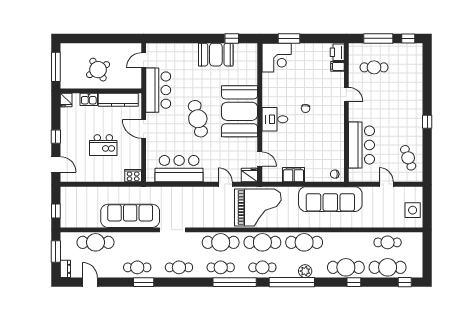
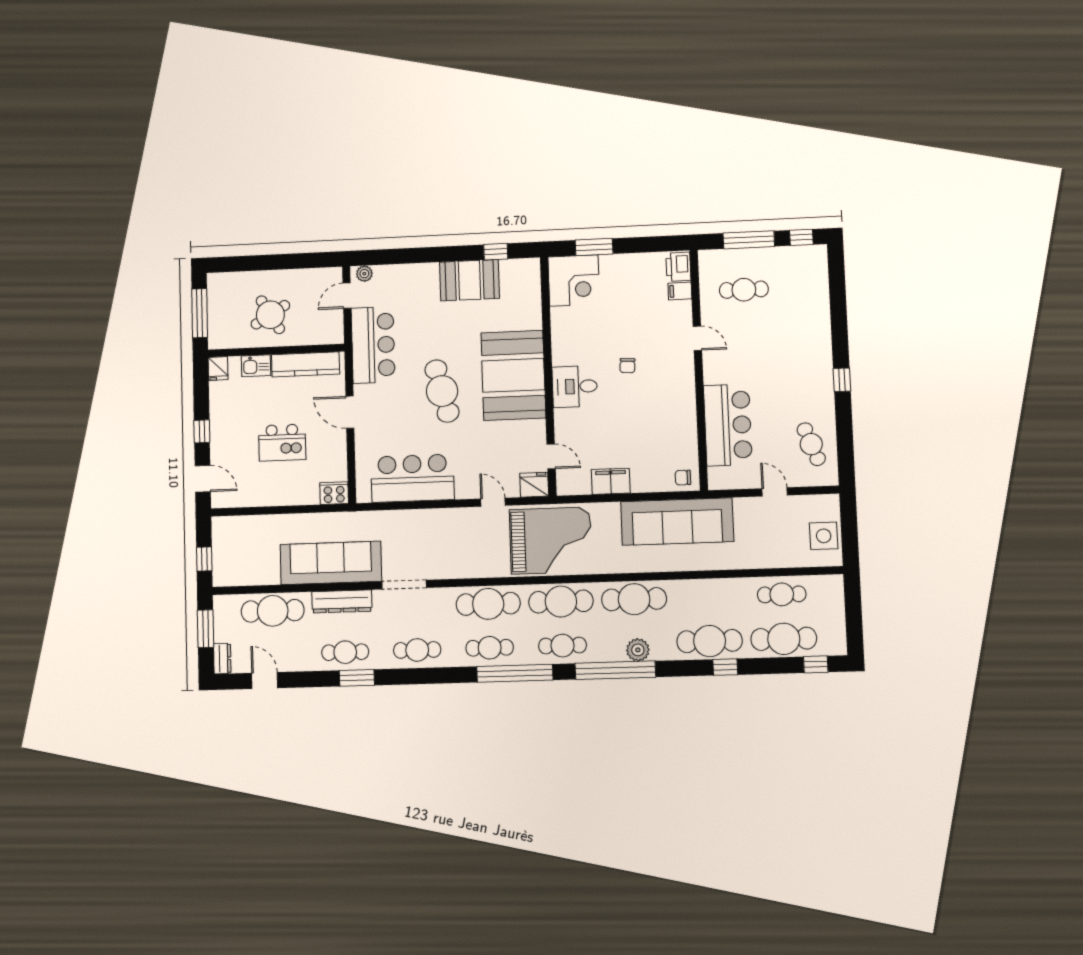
plant: (154, 48) -> (364, 274), added
dresser: (136, 238) -> (342, 601), added

